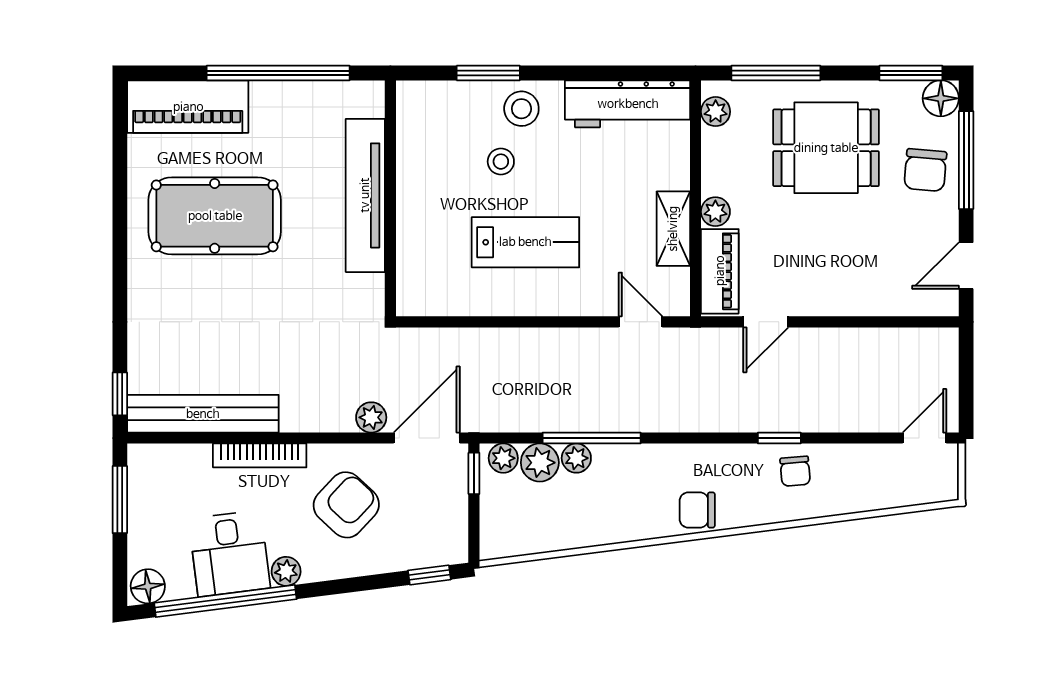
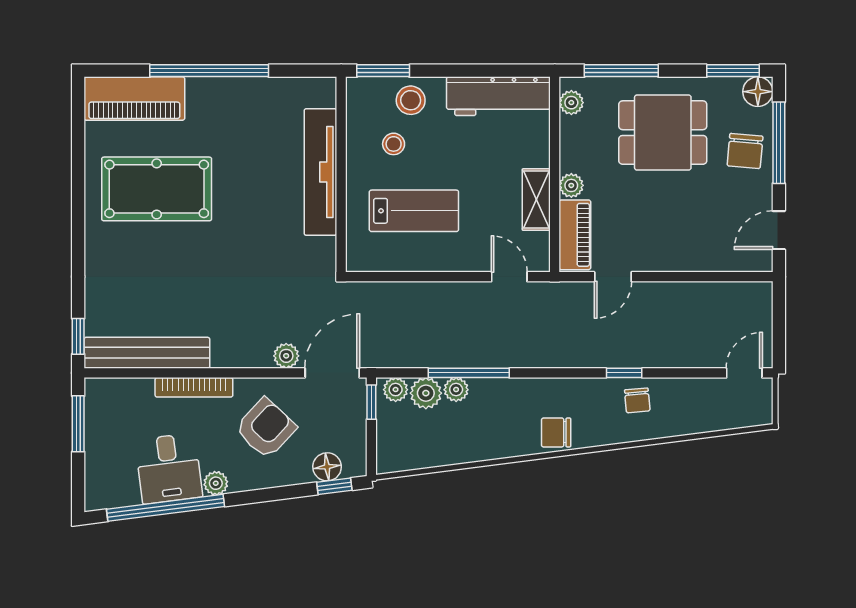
tv unit: (365, 195) -> (320, 172), moved
wall: (390, 198) -> (341, 174), moved
floor lamp: (148, 586) -> (327, 467), moved

